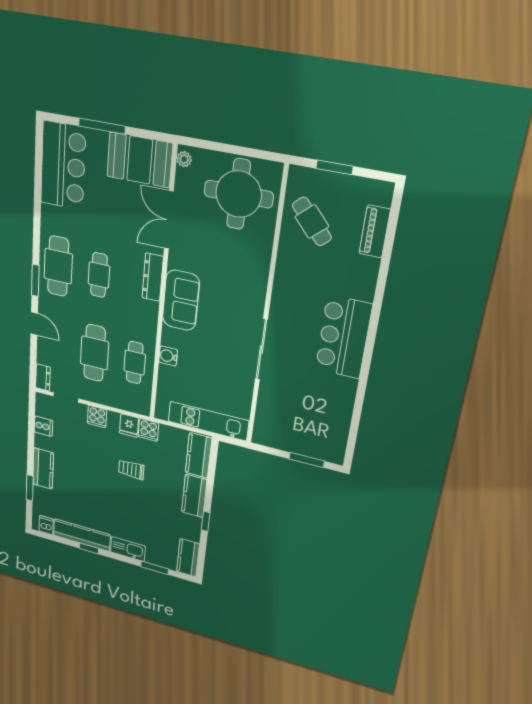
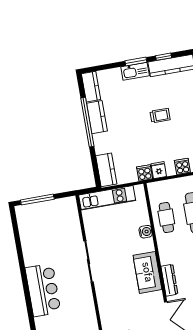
window: (307, 460) -> (37, 200), width x1.44
trolley: (131, 470) -> (160, 116), moved
kitchen counter: (194, 496) -> (97, 117), moved
window: (206, 521) -> (87, 122), width x3.17
window: (155, 568) -> (136, 62), moved

